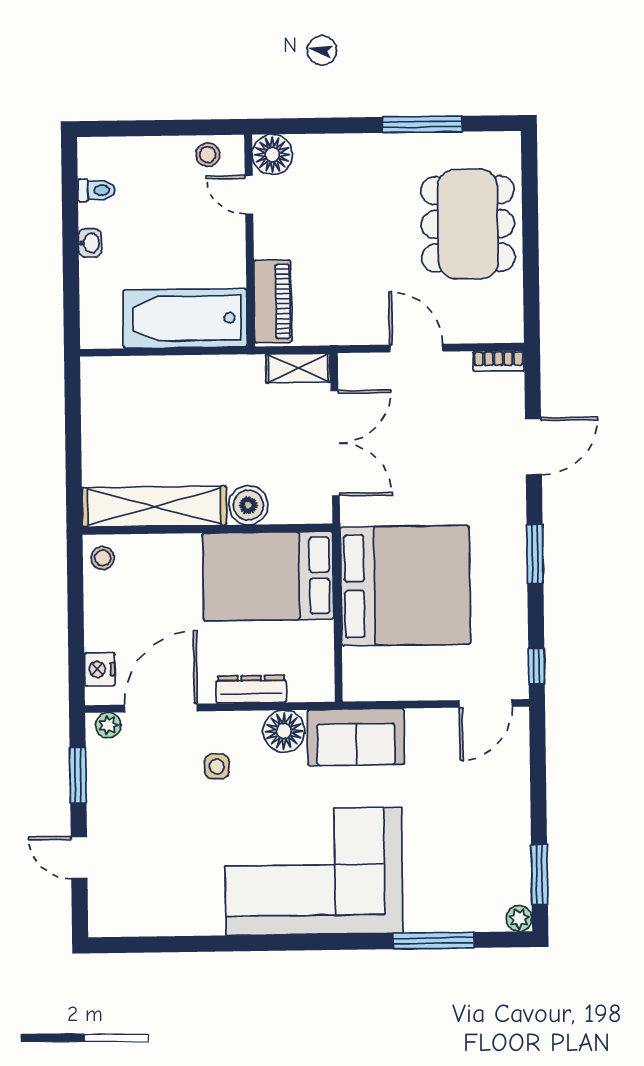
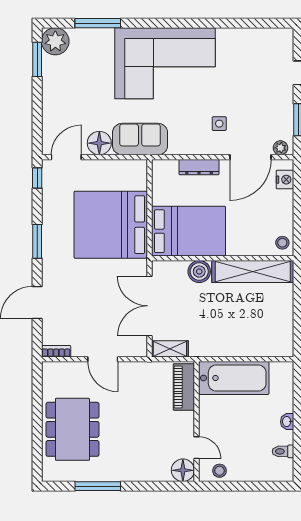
floor lamp: (284, 731) -> (99, 143), moved
plant: (519, 919) -> (55, 41), width x1.88, depth x1.88

